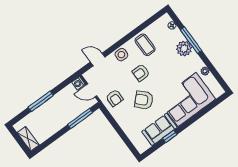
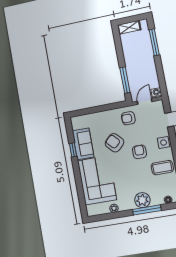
armchair: (144, 100) -> (114, 143), turned -89
window: (41, 101) -> (154, 42), moved

